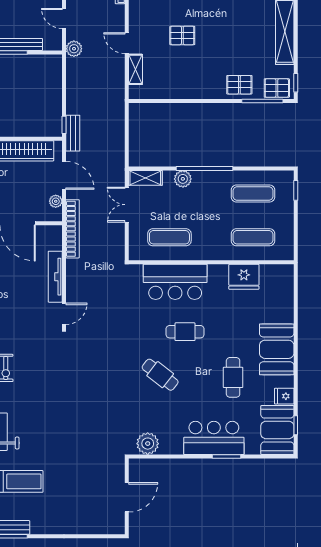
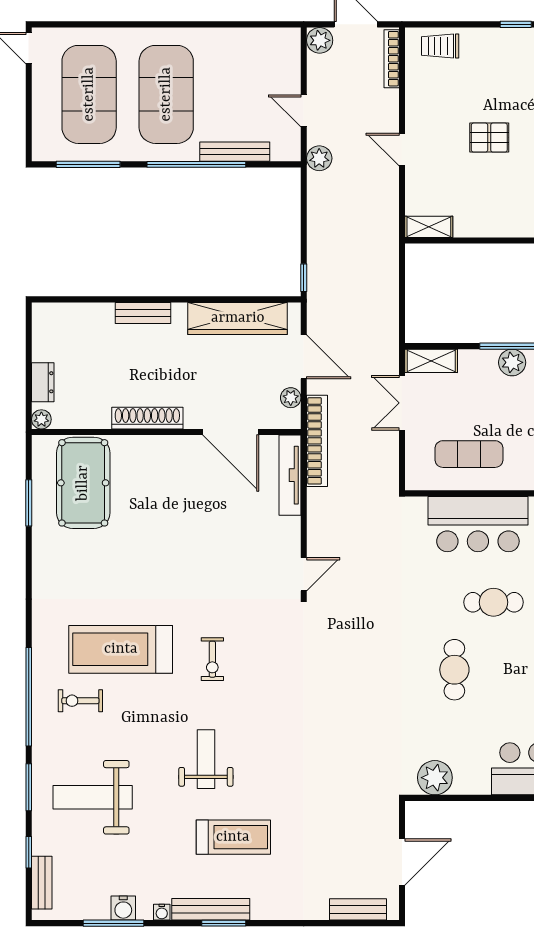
shelving: (135, 69) -> (429, 227), moved, turned 90
bench: (73, 133) -> (358, 909), moved, turned 90
plant: (183, 179) -> (512, 362), moved
tv unit: (55, 277) -> (290, 475), moved
cafe table: (160, 375) -> (454, 670), turned 52

